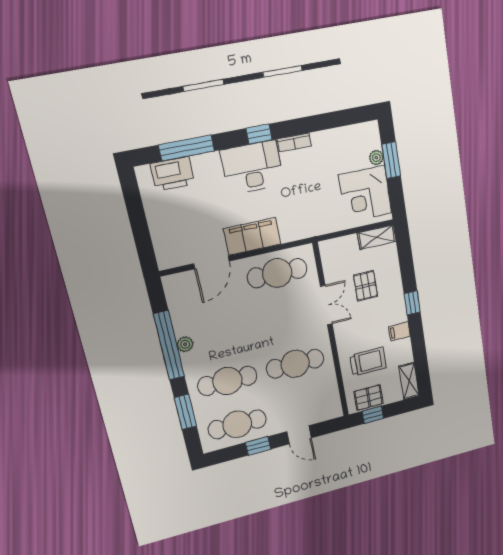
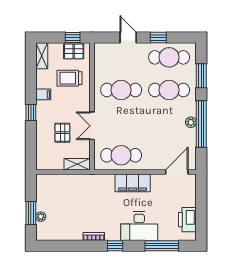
desk: (252, 167) -> (139, 226), moved
printer: (172, 174) -> (187, 220), moved, turned -90
corner desk: (365, 194) -> (52, 195), removed
shelving: (377, 237) -> (77, 164), moved
door: (211, 262) -> (177, 172), moved

